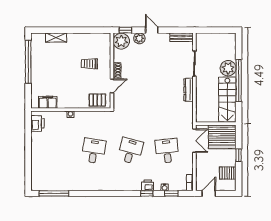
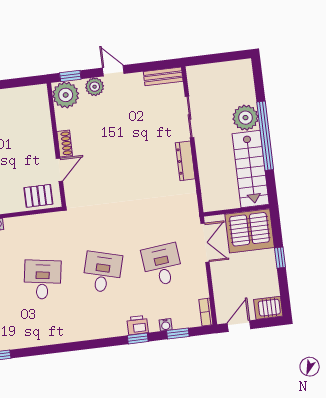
trolley: (89, 64) -> (18, 138), removed
server rack: (228, 173) -> (268, 308), moved

